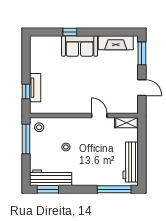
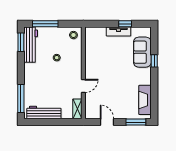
sofa: (80, 46) -> (142, 52), moved
tv unit: (35, 88) -> (118, 32), moved
door: (142, 88) -> (107, 122), swing flipped
window: (26, 91) -> (125, 24), moved
window: (26, 139) -> (45, 24), moved

